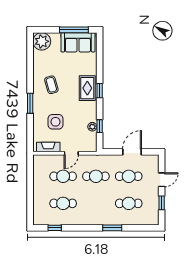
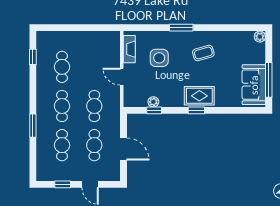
plant: (42, 41) -> (260, 37), width x0.53, depth x0.53
cafe table: (63, 176) -> (62, 106), moved

